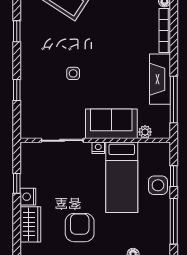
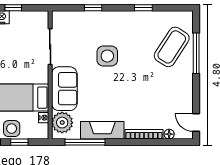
side table: (73, 73) -> (107, 56), width x1.87, depth x1.87
plant: (145, 132) -> (62, 123), width x1.88, depth x1.88
nightstand: (98, 148) -> (44, 118), moved

